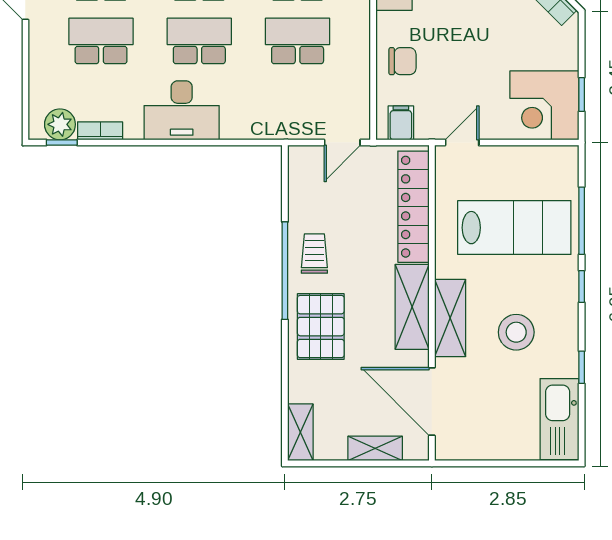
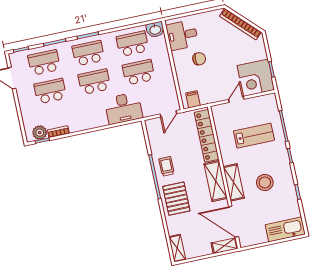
chair: (403, 61) -> (199, 59), moved
desk: (182, 110) -> (123, 108), moved
door: (462, 143) -> (236, 99), moved
lab bench: (514, 228) -> (254, 136), width x0.73, depth x0.72
kitchen sink: (560, 419) -> (285, 229), moved, turned 90
shelving: (375, 448) -> (225, 246), moved

